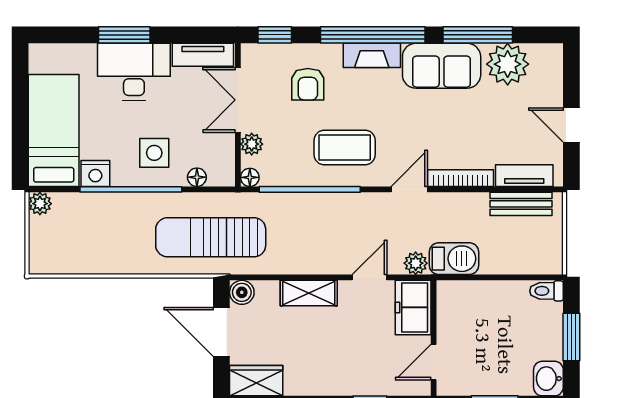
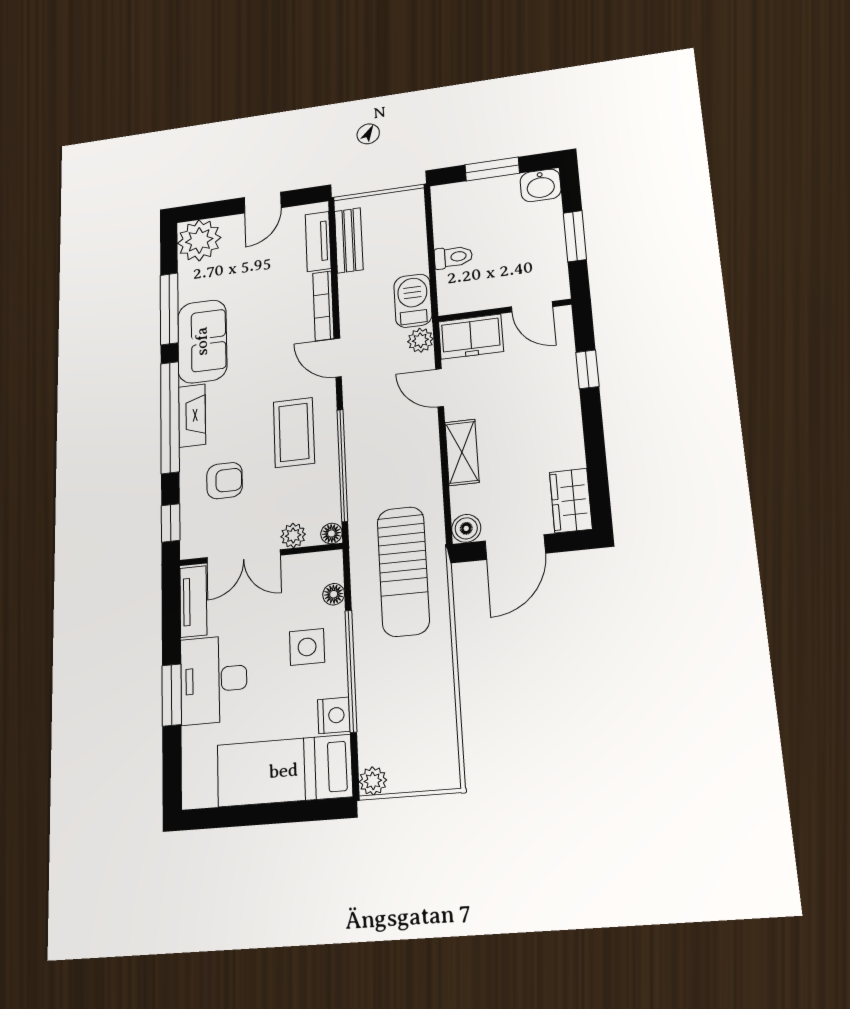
plant: (508, 64) -> (199, 240), moved
toilet: (547, 291) -> (453, 257), moved, turned -90

